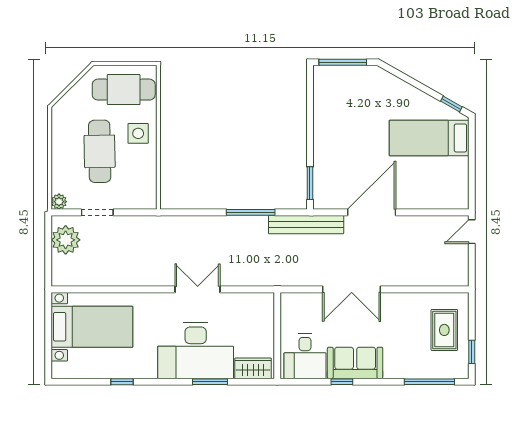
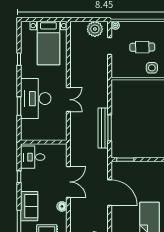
cafe table: (100, 151) -> (142, 47), width x0.73, depth x0.74
bench: (306, 225) -> (103, 128), moved
double door: (352, 289) -> (68, 182), swing flipped
floor lamp: (397, 302) -> (62, 206), added
sofa: (355, 363) -> (29, 206), moved
wardrobe: (253, 368) -> (26, 129), removed

